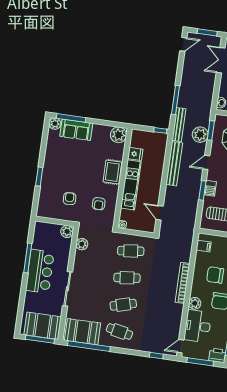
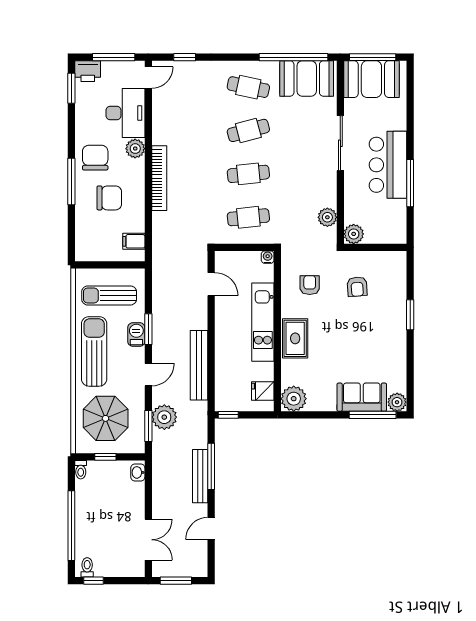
door: (183, 44) -> (211, 529), moved
bench: (179, 125) -> (200, 476), moved
fridge: (135, 154) -> (263, 391), moved

